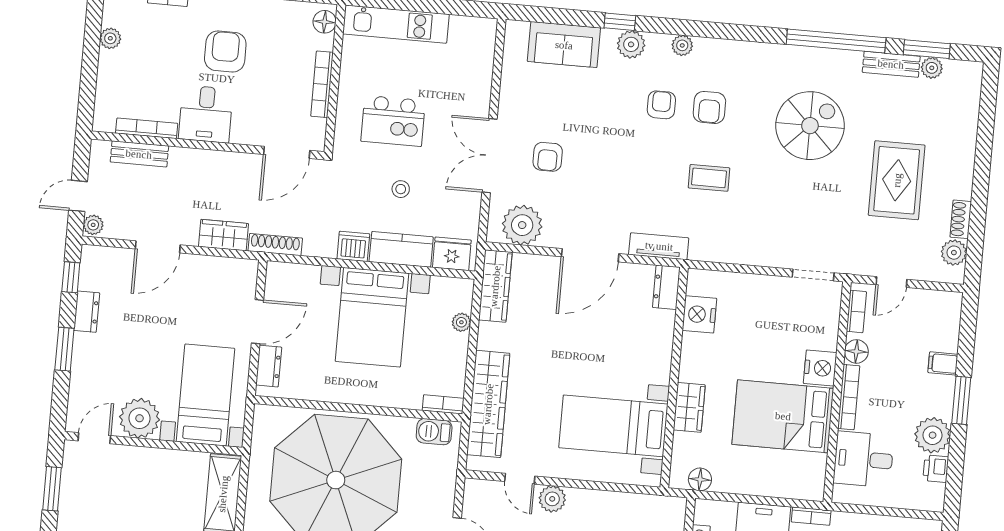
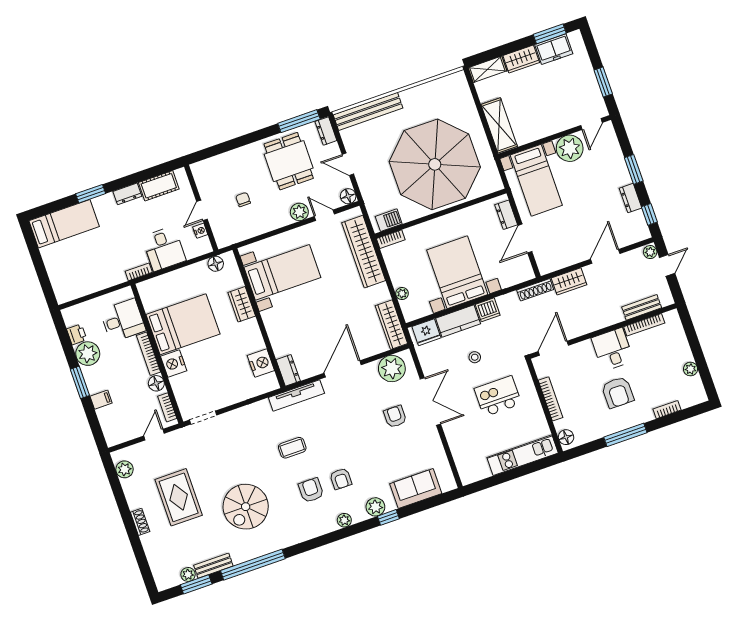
shoe rack: (961, 219) -> (140, 522), moved
tv unit: (659, 246) -> (296, 395), width x1.41
floor lamp: (475, 490) -> (348, 196), added

